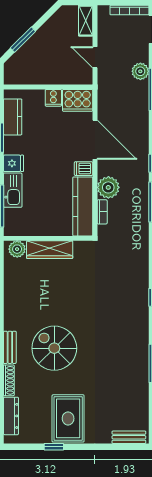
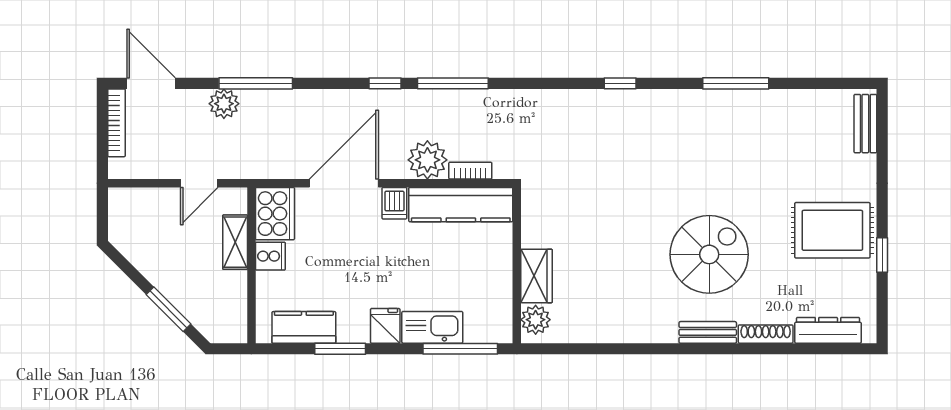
shelving: (86, 21) -> (235, 242), moved, turned 90
wardrobe: (50, 250) -> (537, 276), width x0.67
spiral stairs: (54, 348) -> (709, 254), turned 180

